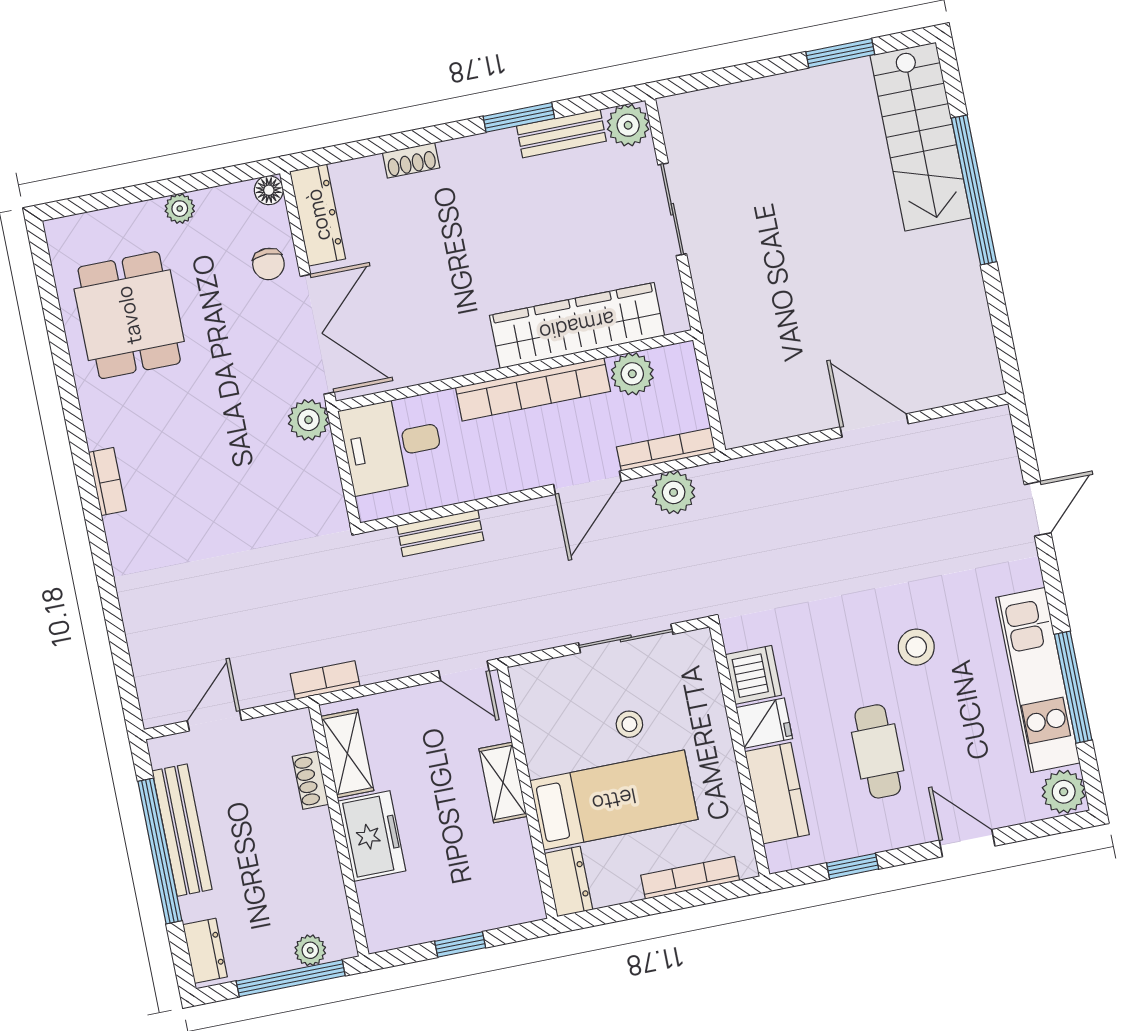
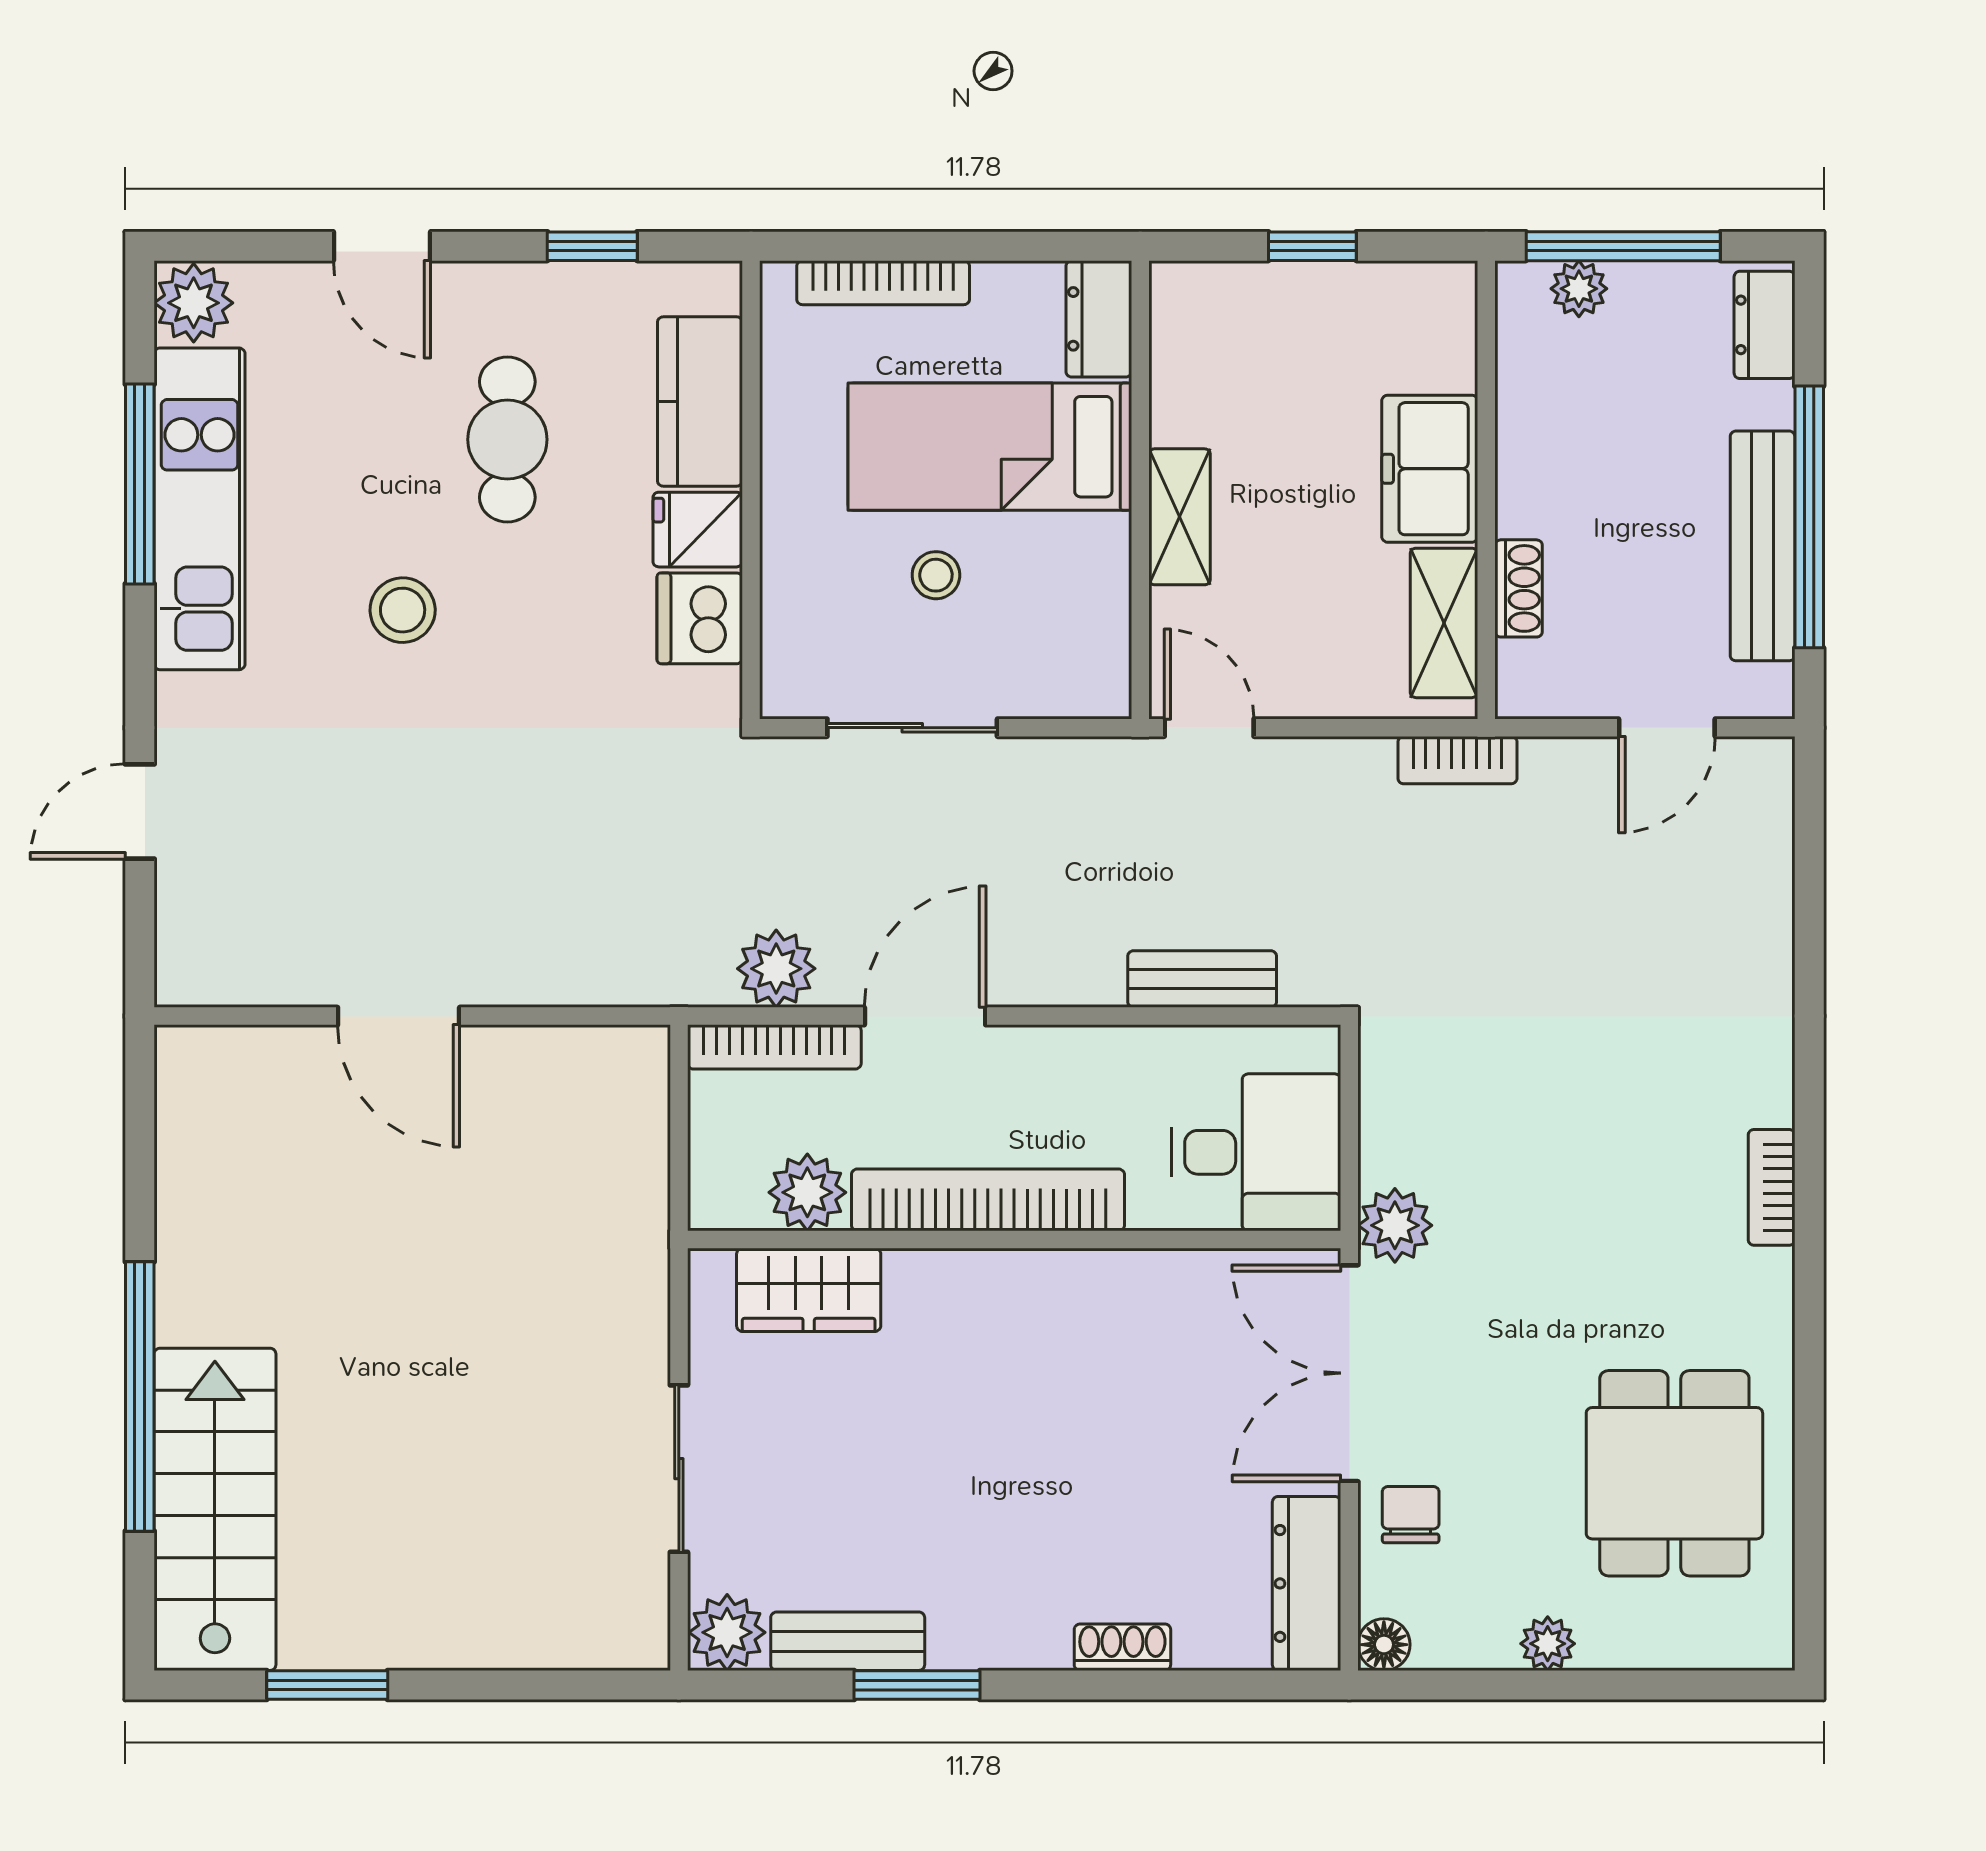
wardrobe: (577, 326) -> (809, 1290), width x0.48, depth x0.85

